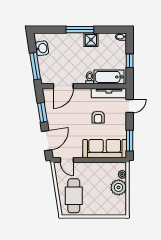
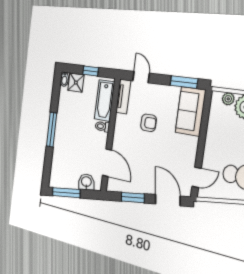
shower: (91, 40) -> (76, 83), moved
washbasin: (42, 48) -> (86, 182), moved
window: (35, 66) -> (66, 193), moved
tv unit: (109, 93) -> (123, 97), width x0.71
sofa: (105, 149) -> (190, 111), width x0.73

